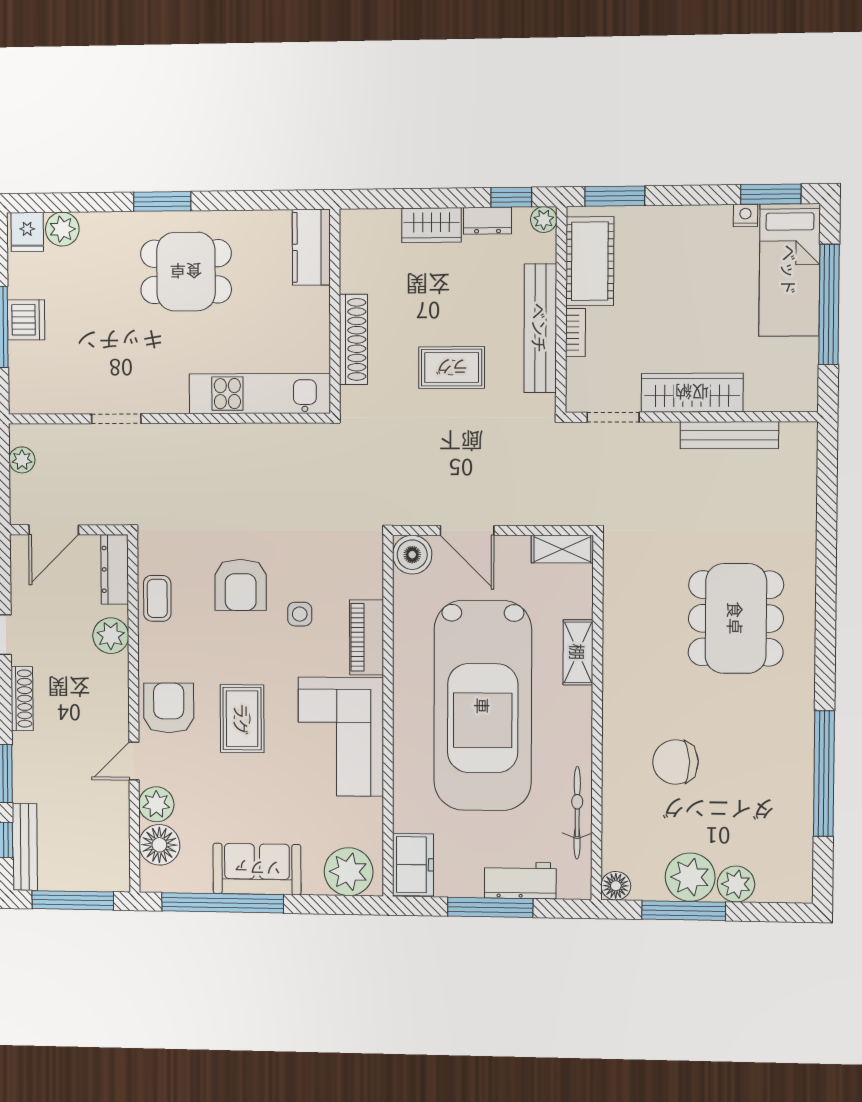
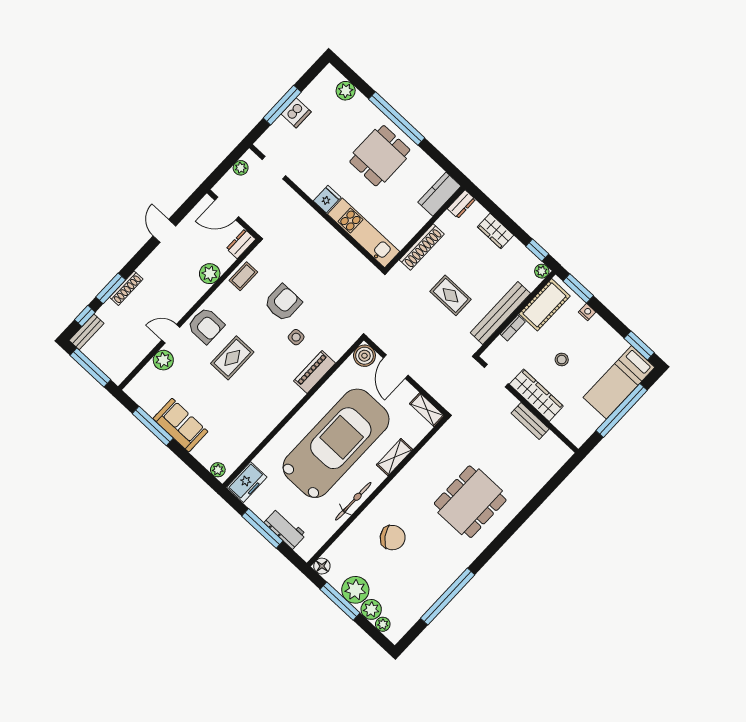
window: (162, 201) -> (397, 119), width x2.11
nightstand: (745, 215) -> (587, 312), moved
dresser: (488, 221) -> (461, 204), moved, turned -90
fridge: (27, 232) -> (327, 199), moved, turned 180
dining table: (186, 272) -> (380, 156), turned 90
stool: (682, 313) -> (562, 360), added
doorway: (116, 419) -> (274, 168), moved
bench: (729, 435) -> (530, 421), width x0.73
dresser: (115, 569) -> (241, 244), width x0.70
armchair: (241, 585) -> (283, 303), turned 180
shoe rack: (22, 699) -> (126, 288), moved
car: (483, 706) -> (336, 443), turned 180
armchair: (169, 708) -> (206, 325), turned 90
corner sofa: (341, 737) -> (266, 403), removed
chair: (676, 762) -> (393, 538), turned 147
bicycle: (577, 813) -> (353, 501), moved
floor lamp: (159, 845) -> (149, 378), removed
bench: (25, 847) -> (87, 332), width x0.73
plant: (349, 872) -> (218, 470), width x0.53, depth x0.53
plant: (770, 890) -> (383, 624), added
window: (222, 903) -> (153, 426), width x0.68

